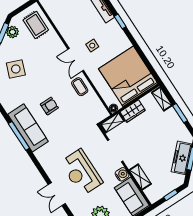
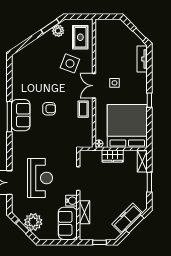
window: (120, 21) -> (149, 100), moved
side table: (16, 69) -> (70, 63), moved
shelving: (112, 123) -> (91, 155), removed
sofa: (28, 128) -> (21, 115), width x0.73
reception desk: (81, 172) -> (40, 178), turned 180

